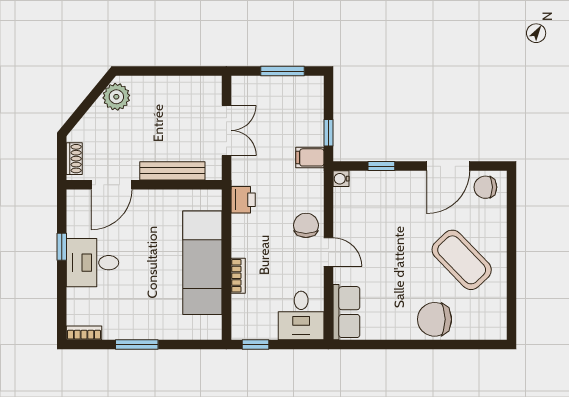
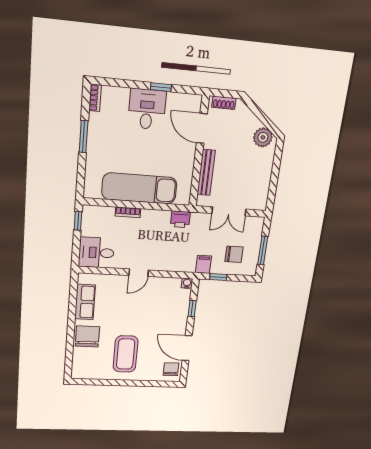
chair: (306, 225) -> (234, 254), moved
coffee table: (462, 260) -> (126, 354), turned -46
row of seats: (346, 312) -> (85, 302), moved, turned -90

